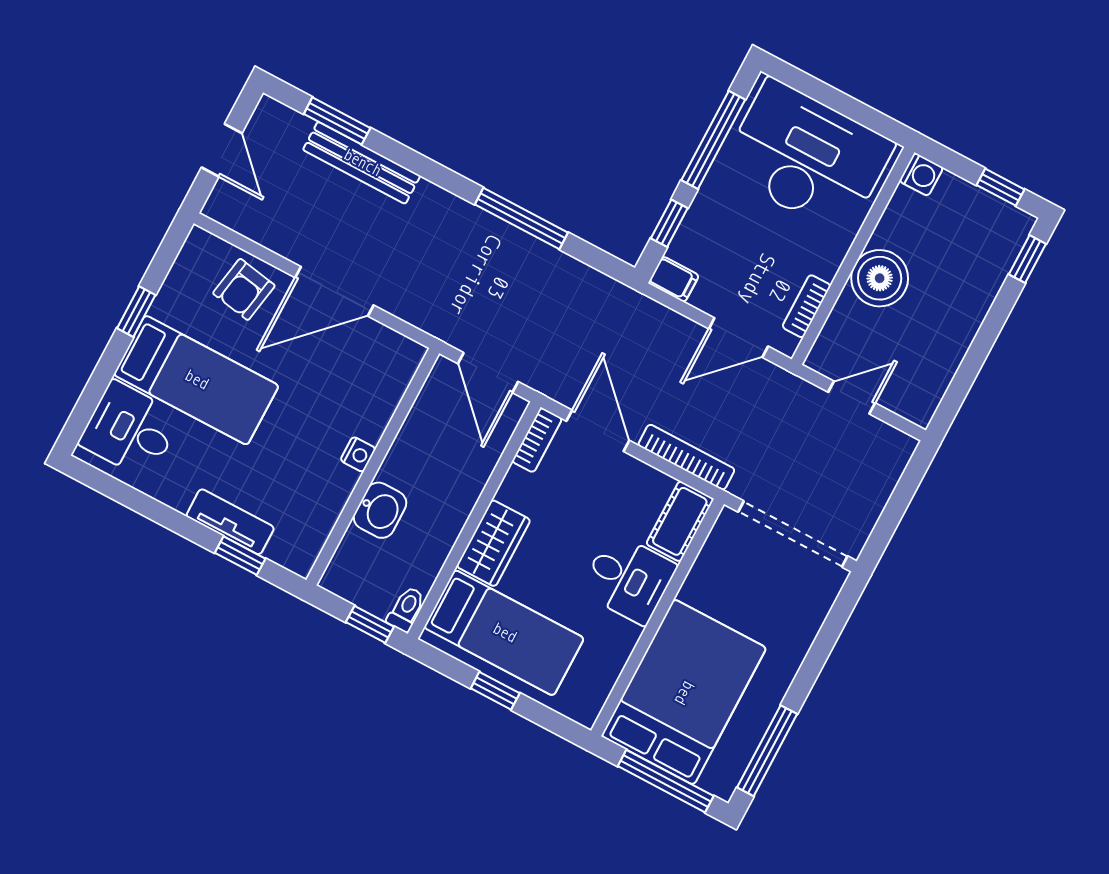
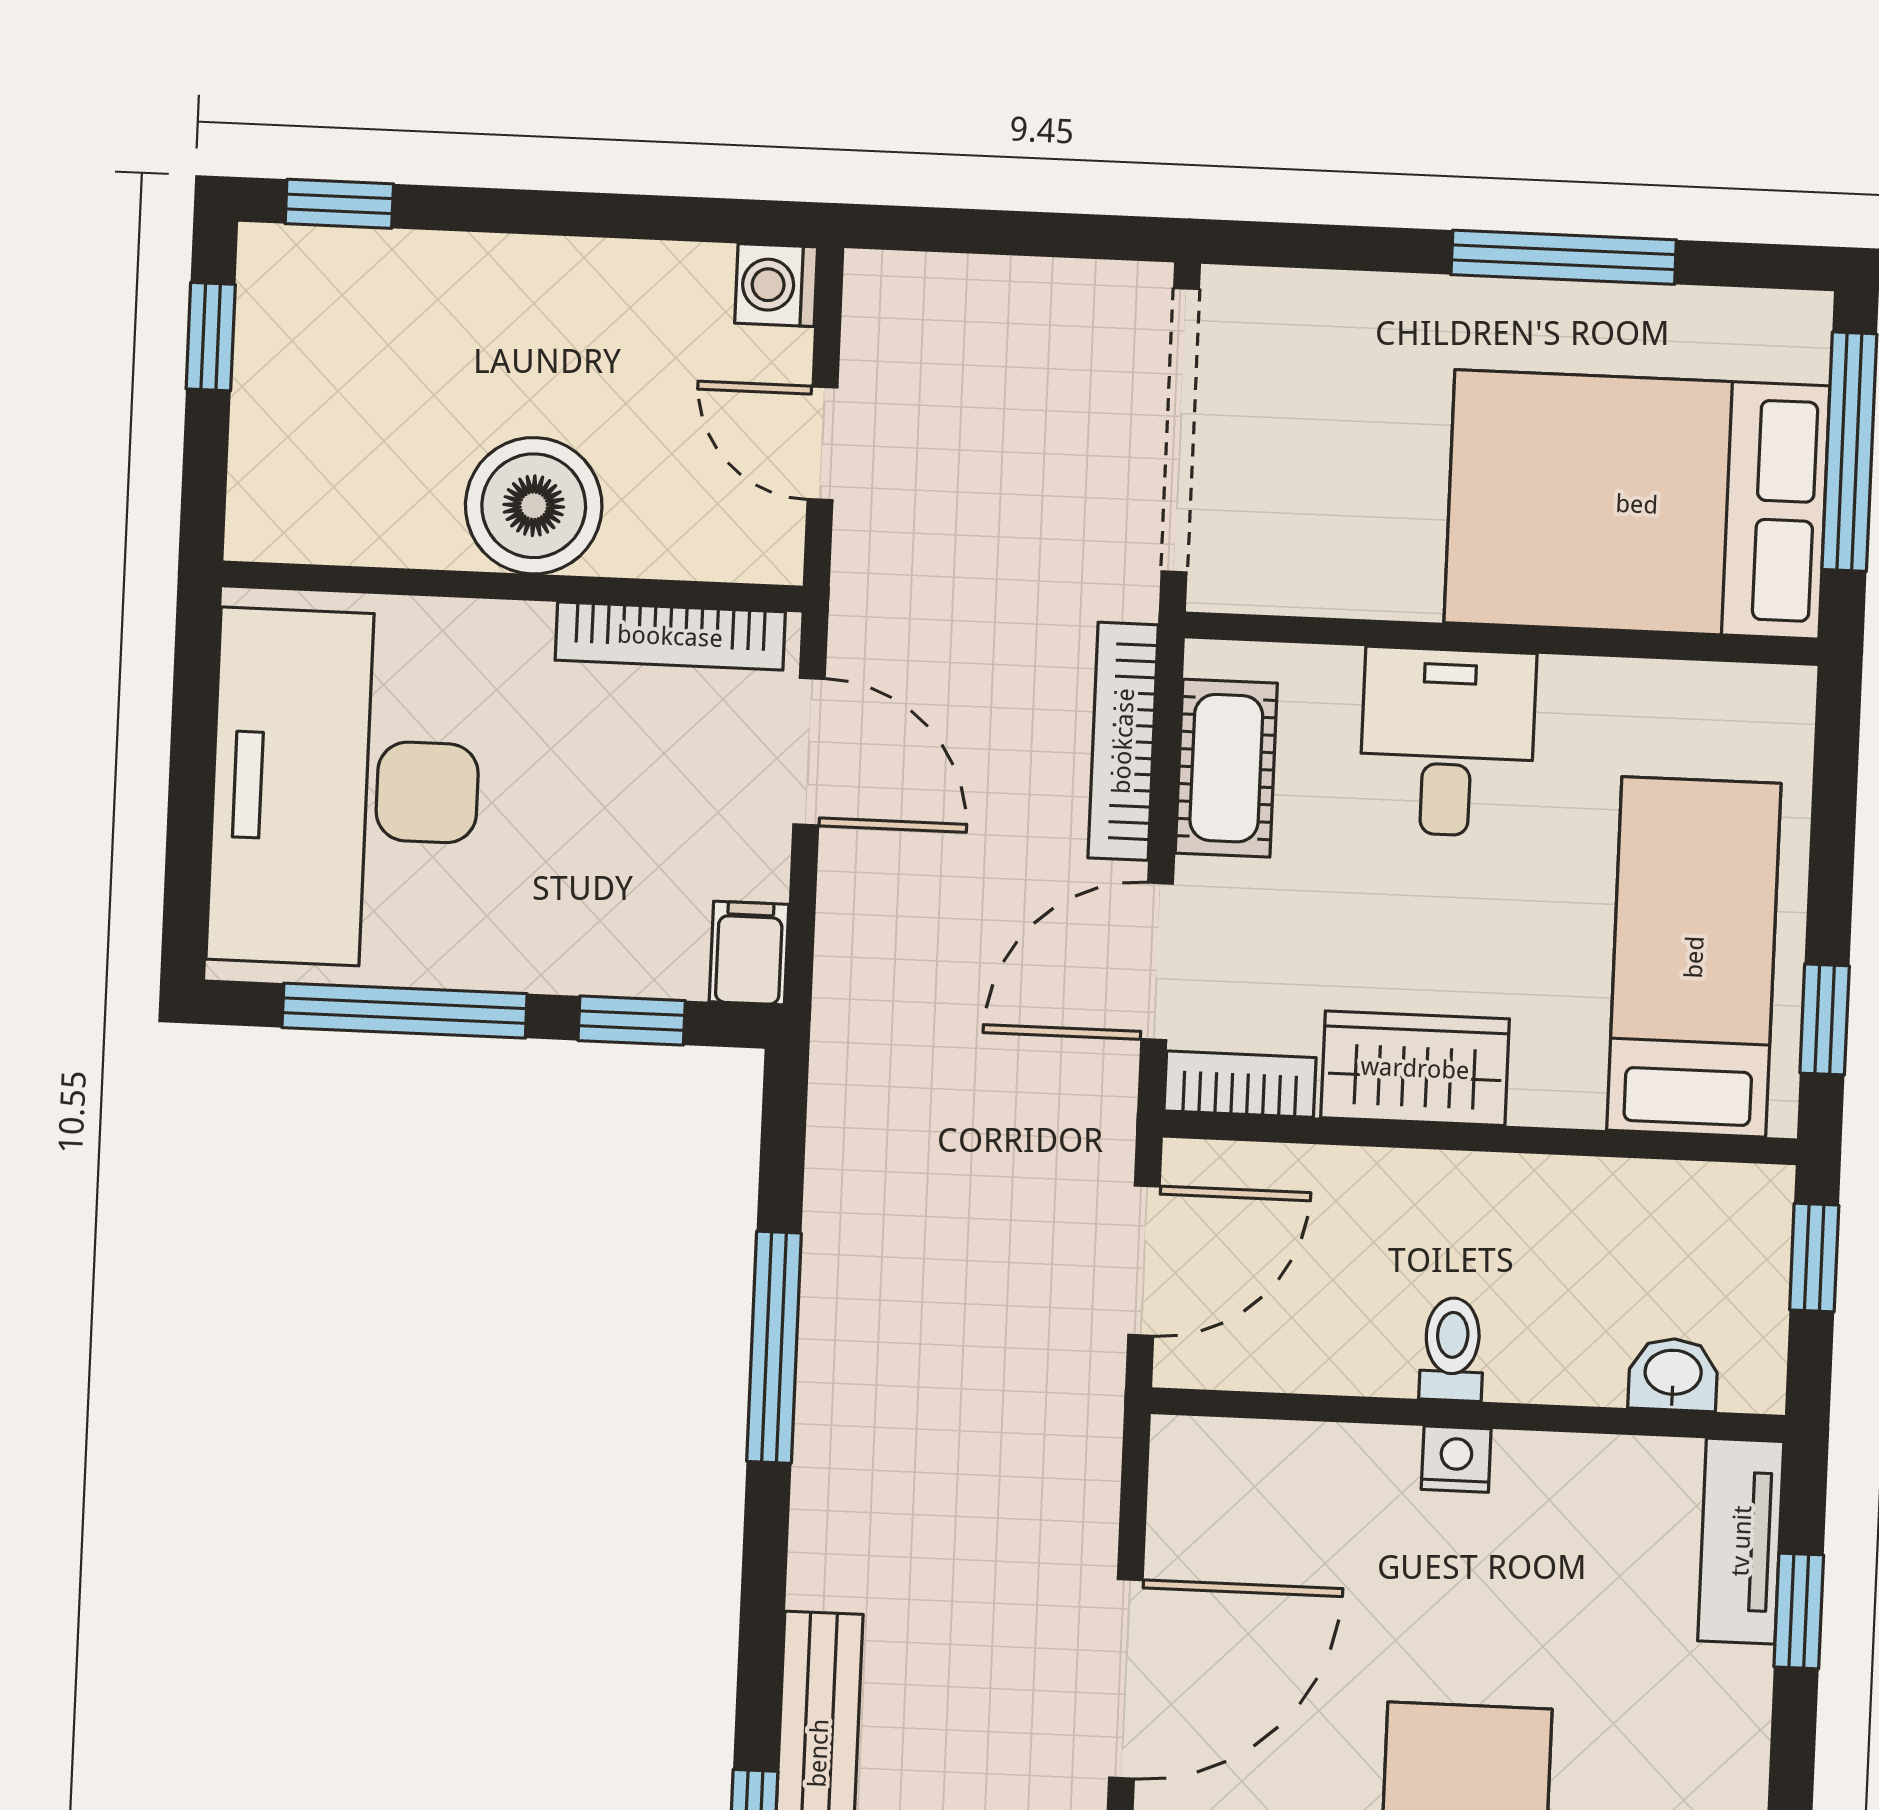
washing machine: (921, 174) -> (776, 285), moved, turned -90
door: (334, 291) -> (1126, 1679), hinge flipped
bookcase: (806, 306) -> (670, 636), width x1.56
washbasin: (380, 510) -> (1673, 1374), moved, width x0.72, depth x0.69
cot: (680, 521) -> (1226, 768), moved, turned 90
tv unit: (230, 522) -> (1741, 1541), moved
wardrobe: (493, 543) -> (1415, 1068), moved
toilet: (406, 609) -> (1452, 1349), moved, turned 90
window: (495, 691) -> (1825, 1019), moved
window: (767, 751) -> (1564, 257), moved

